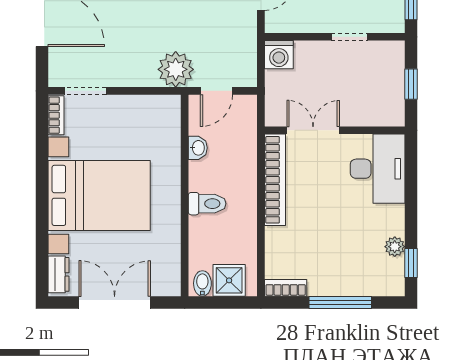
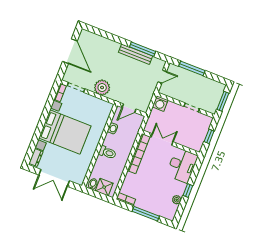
plant: (176, 69) -> (102, 88), moved
window: (411, 263) -> (188, 190), moved
double door: (115, 302) -> (54, 178), swing flipped

